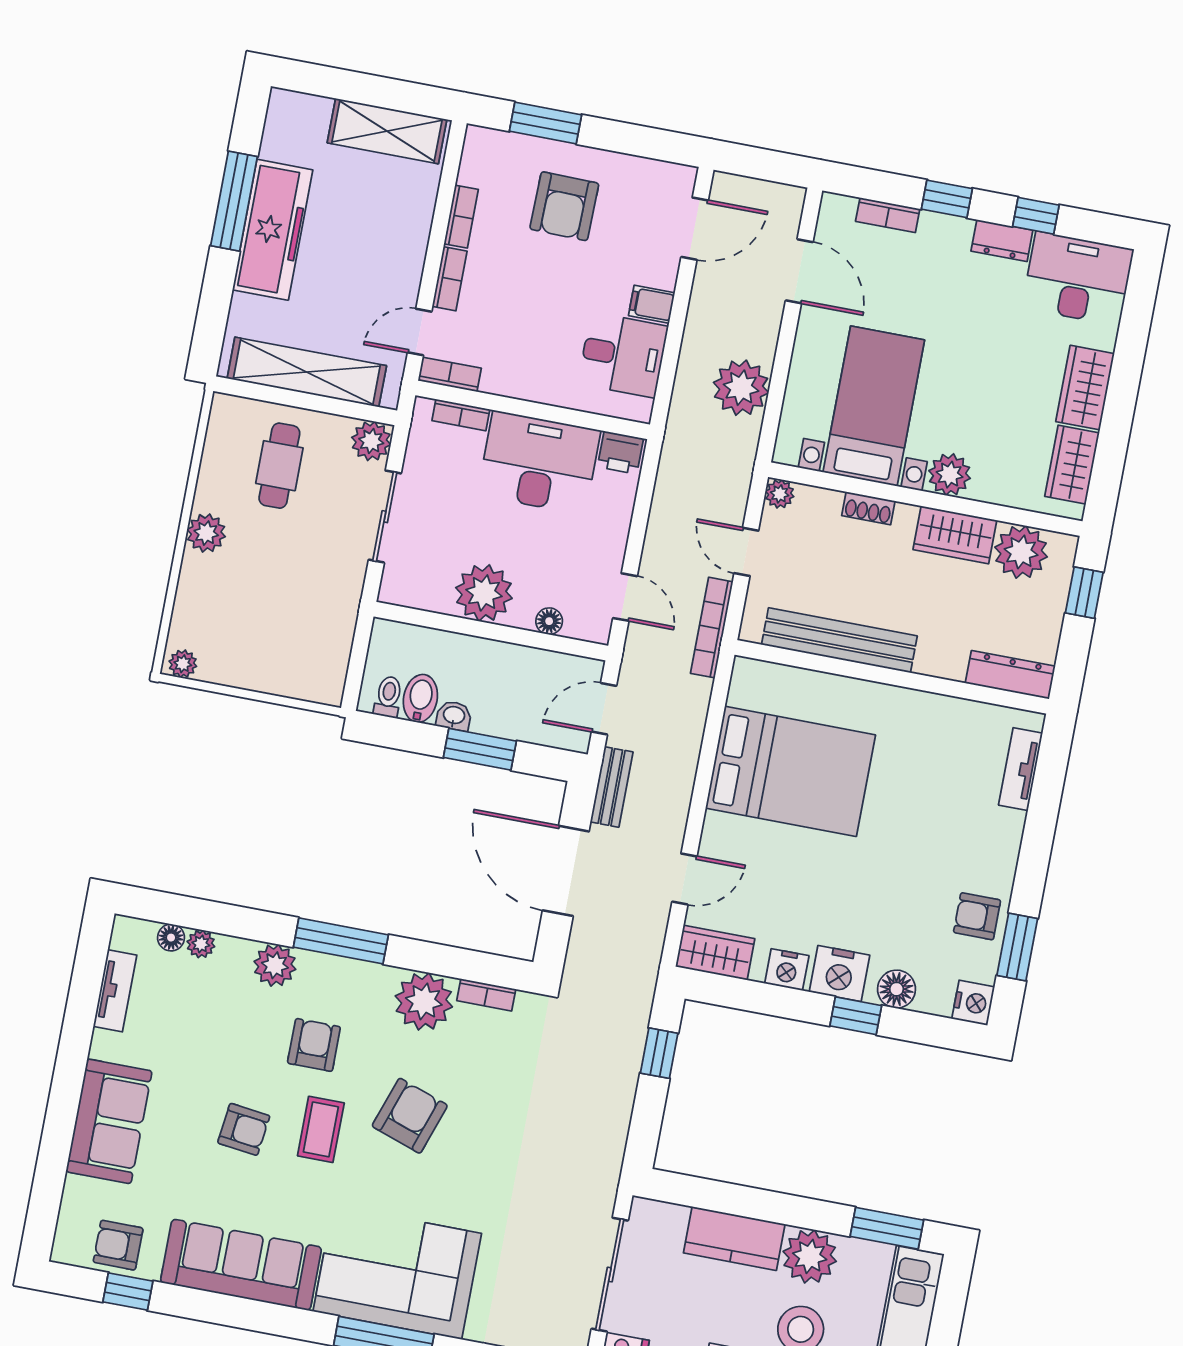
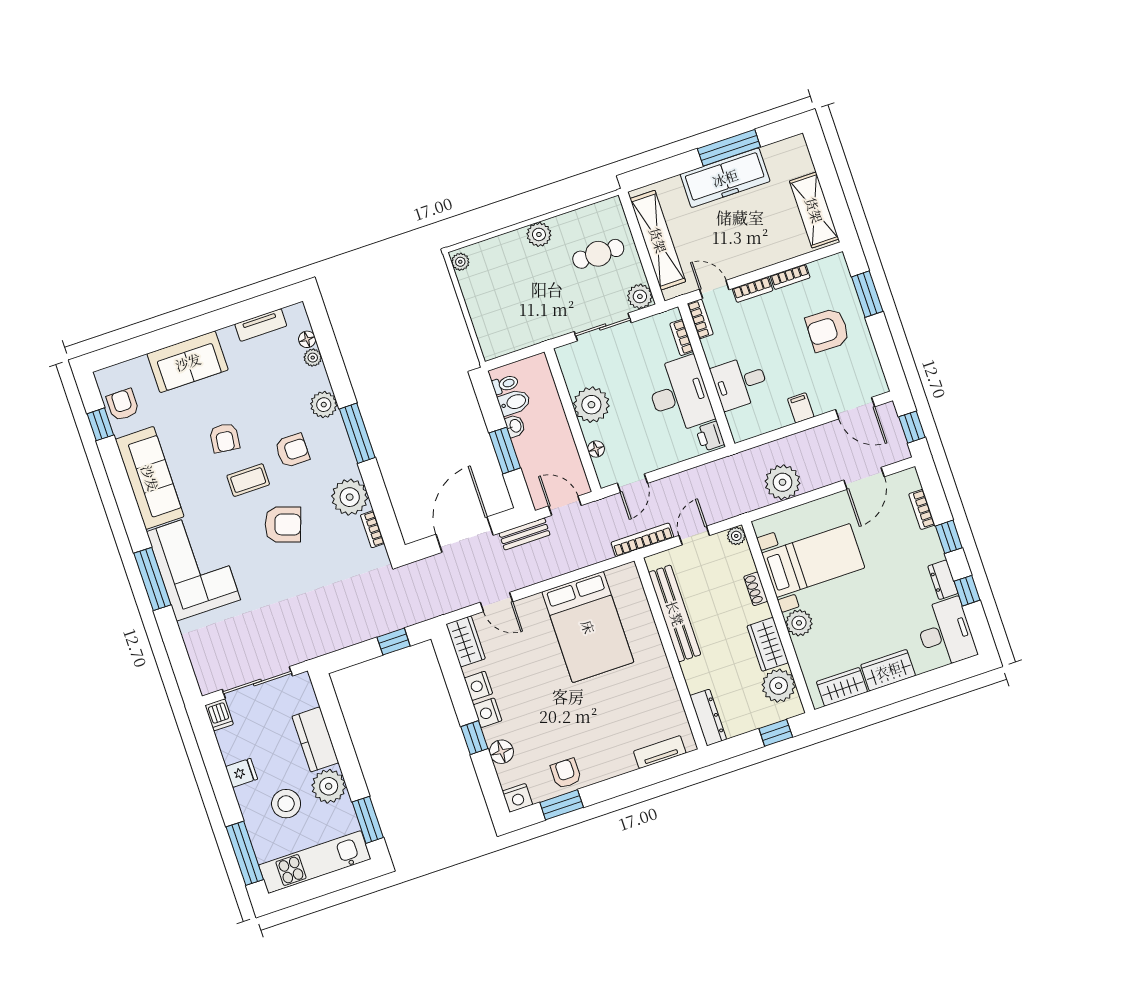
window: (765, 165) -> (912, 427), added
desk: (623, 355) -> (740, 383), moved, turned 90
nightstand: (839, 973) -> (488, 713), width x0.74, depth x0.75

